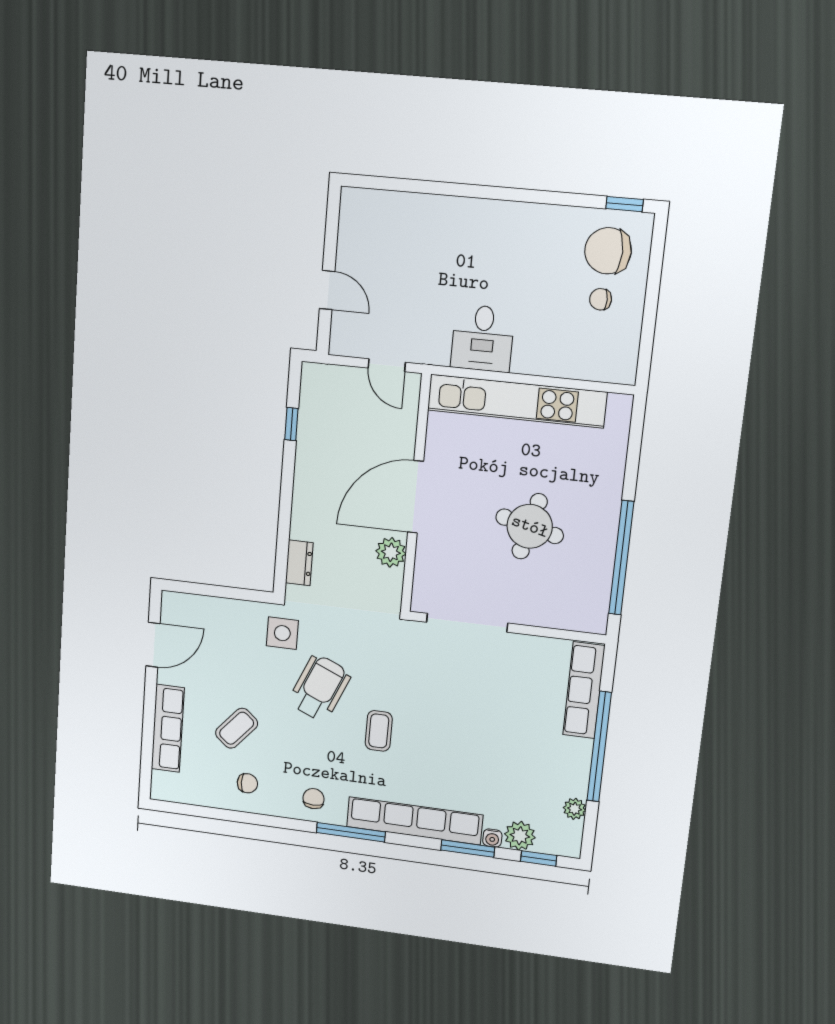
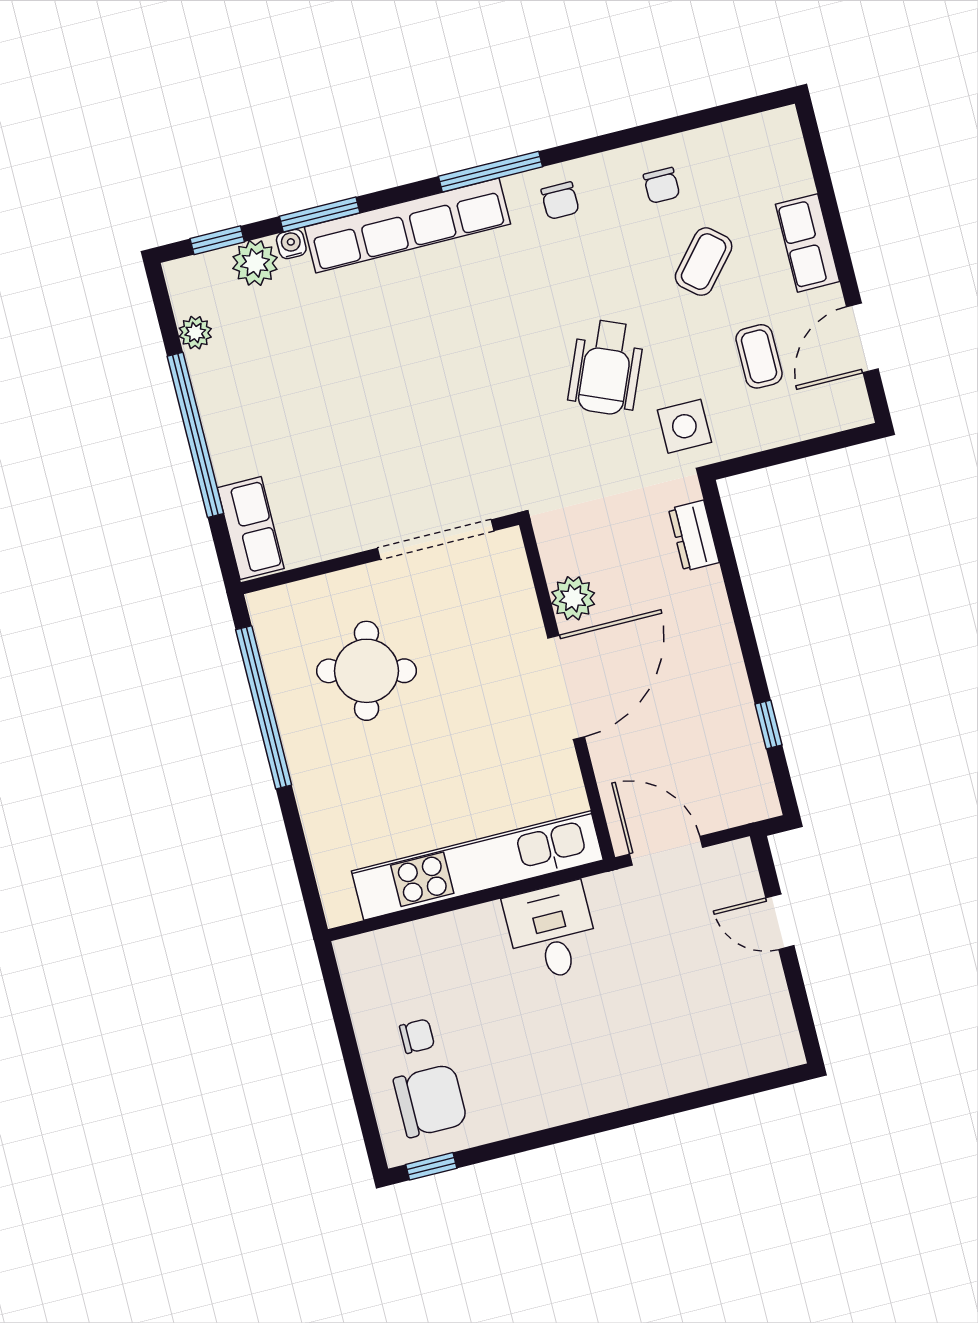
door: (387, 365) -> (666, 851), width x1.38
round table: (530, 526) -> (366, 671), moved
row of seats: (584, 690) -> (251, 528), width x0.68
row of seats: (168, 728) -> (808, 243), width x0.68
coffee table: (379, 731) -> (759, 356), moved
chair: (247, 783) -> (662, 185), turned -90

